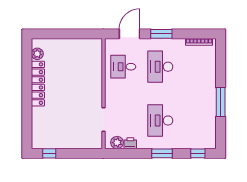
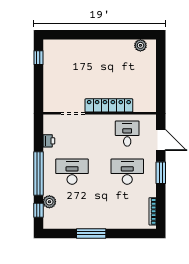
locker: (38, 84) -> (109, 105), moved, turned 180
plant: (117, 143) -> (49, 202), moved
window: (162, 153) -> (38, 173), width x2.11

